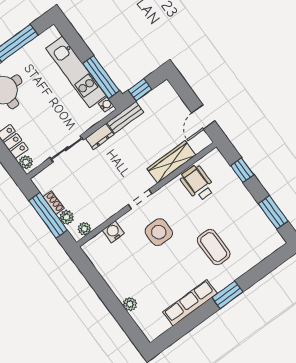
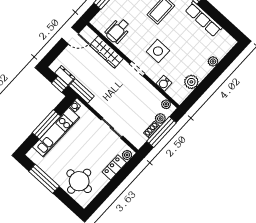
window: (101, 77) -> (46, 124), moved
dresser: (100, 137) -> (65, 75), moved
plant: (108, 269) -> (191, 82), added

